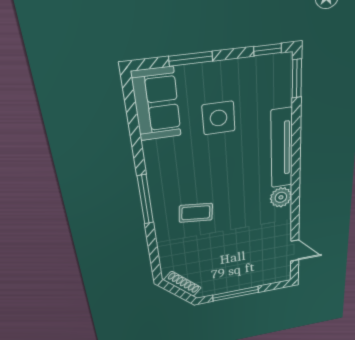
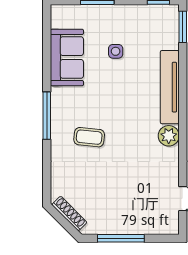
sofa: (157, 104) -> (67, 58), moved
side table: (219, 118) -> (116, 51), width x0.54, depth x0.54

